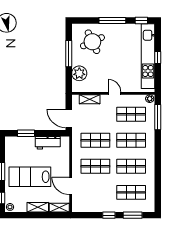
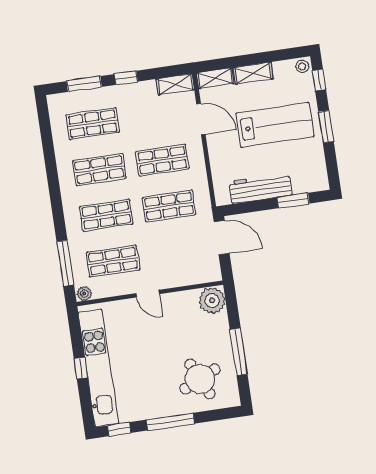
plant: (79, 73) -> (212, 300), moved
shelving: (90, 99) -> (175, 84), moved
workbench: (48, 143) -> (261, 188), width x1.38

